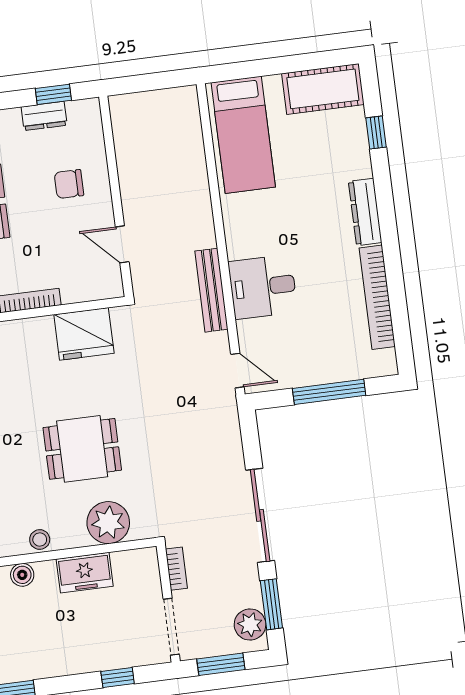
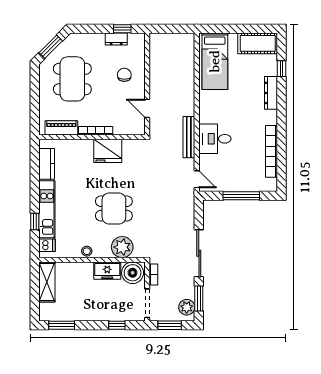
chair: (69, 184) -> (124, 75), turned 90
dresser: (365, 212) -> (271, 93), moved
fridge: (84, 334) -> (108, 151), moved
boiler: (22, 575) -> (133, 273), moved, width x1.86, depth x1.86

